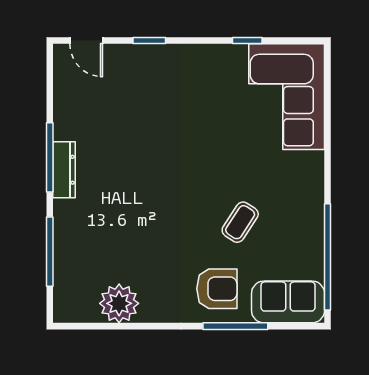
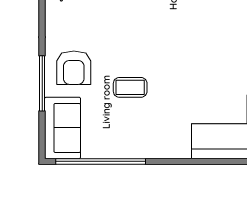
coffee table: (240, 222) -> (130, 87), turned -33

